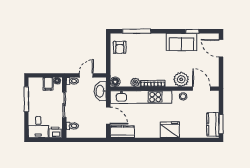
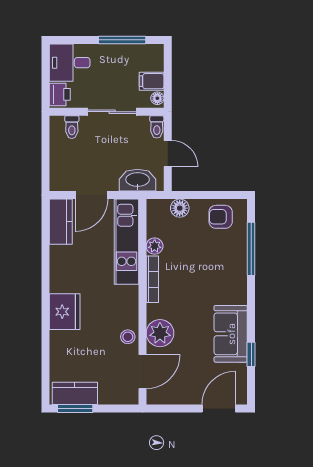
floor lamp: (115, 82) -> (180, 208), moved
kitchen unit: (141, 97) -> (127, 242), width x0.73

